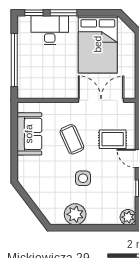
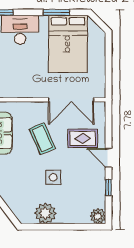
window: (64, 13) -> (57, 12), moved
double door: (101, 100) -> (71, 100), swing flipped

